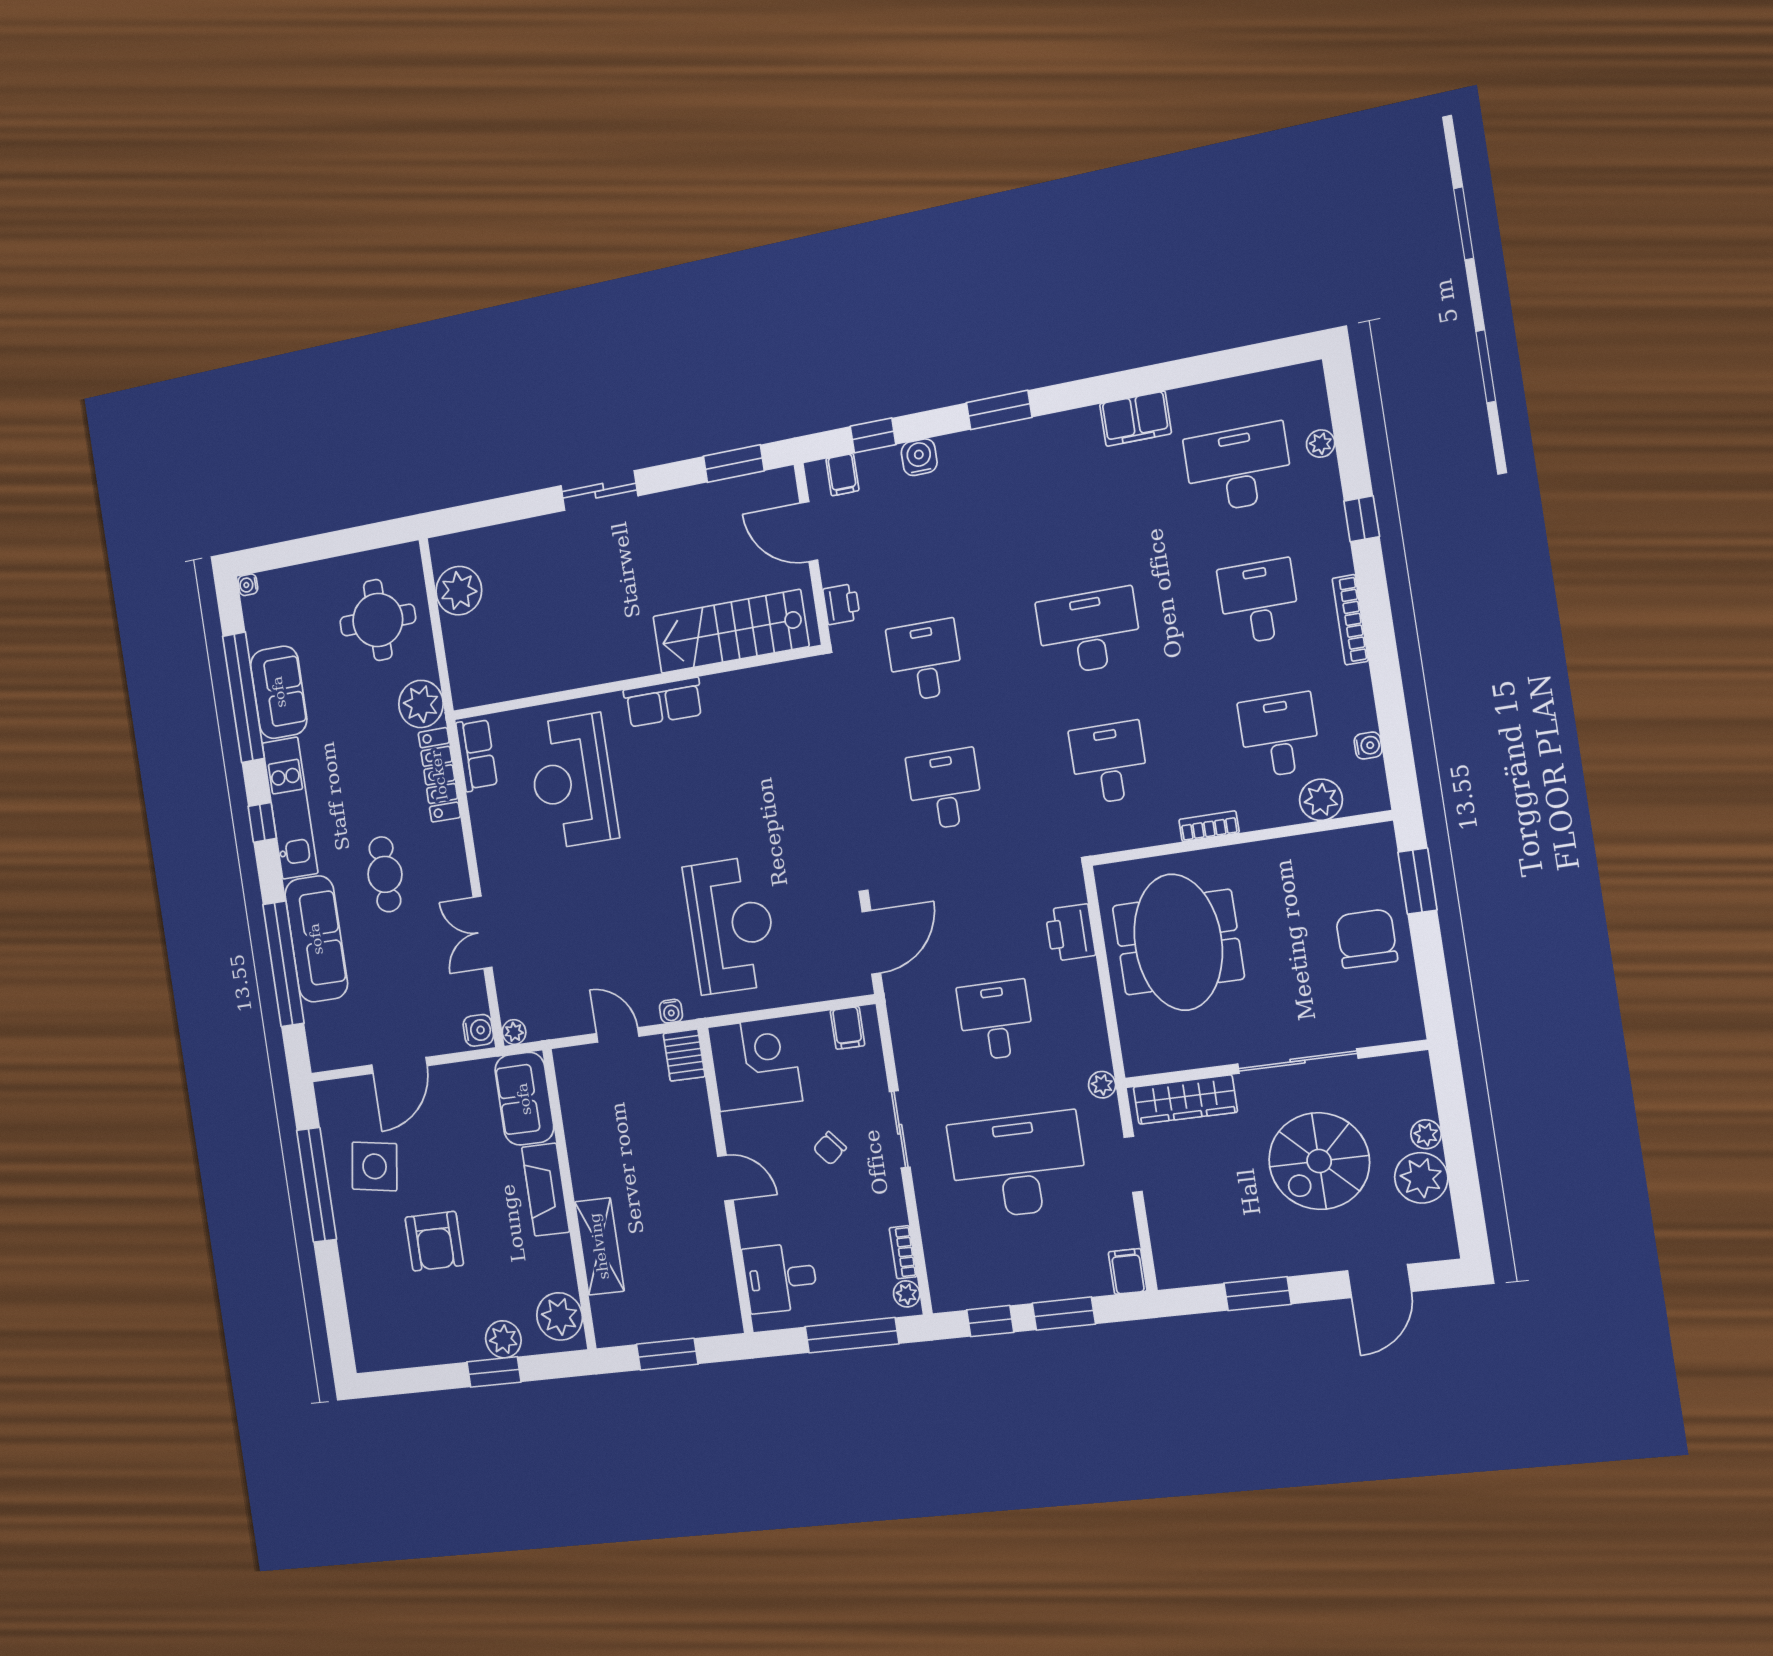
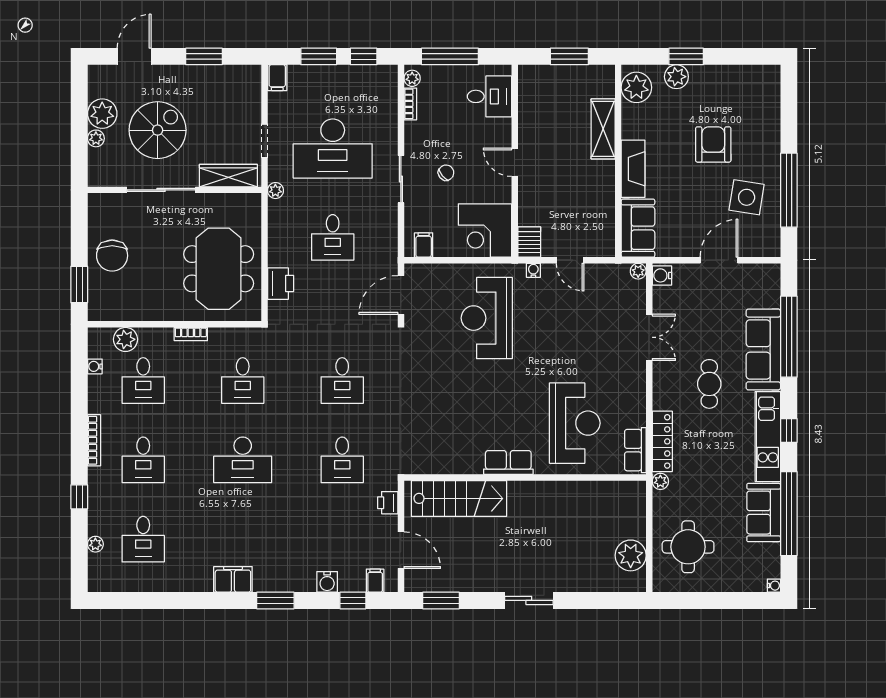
filing cabinet: (1136, 419) -> (233, 579), moved
desk: (1238, 468) -> (143, 539), width x0.73
plant: (421, 704) -> (660, 481), width x0.53, depth x0.53

